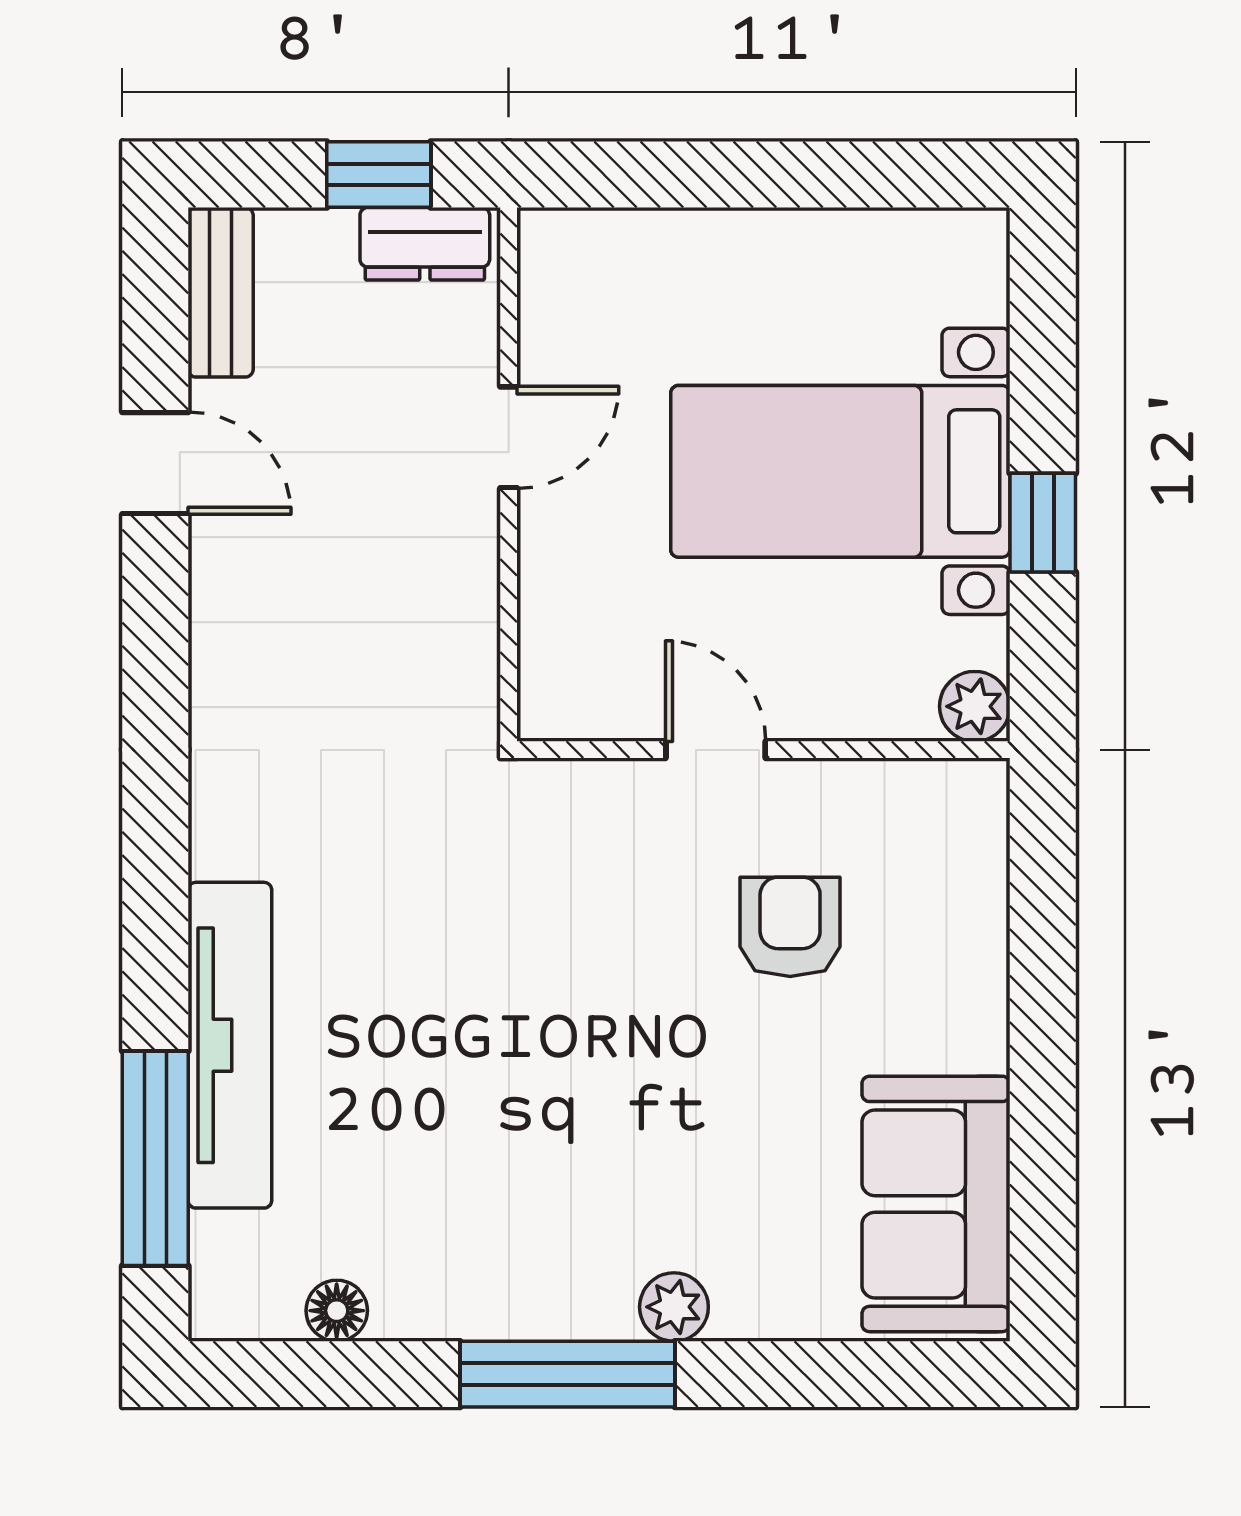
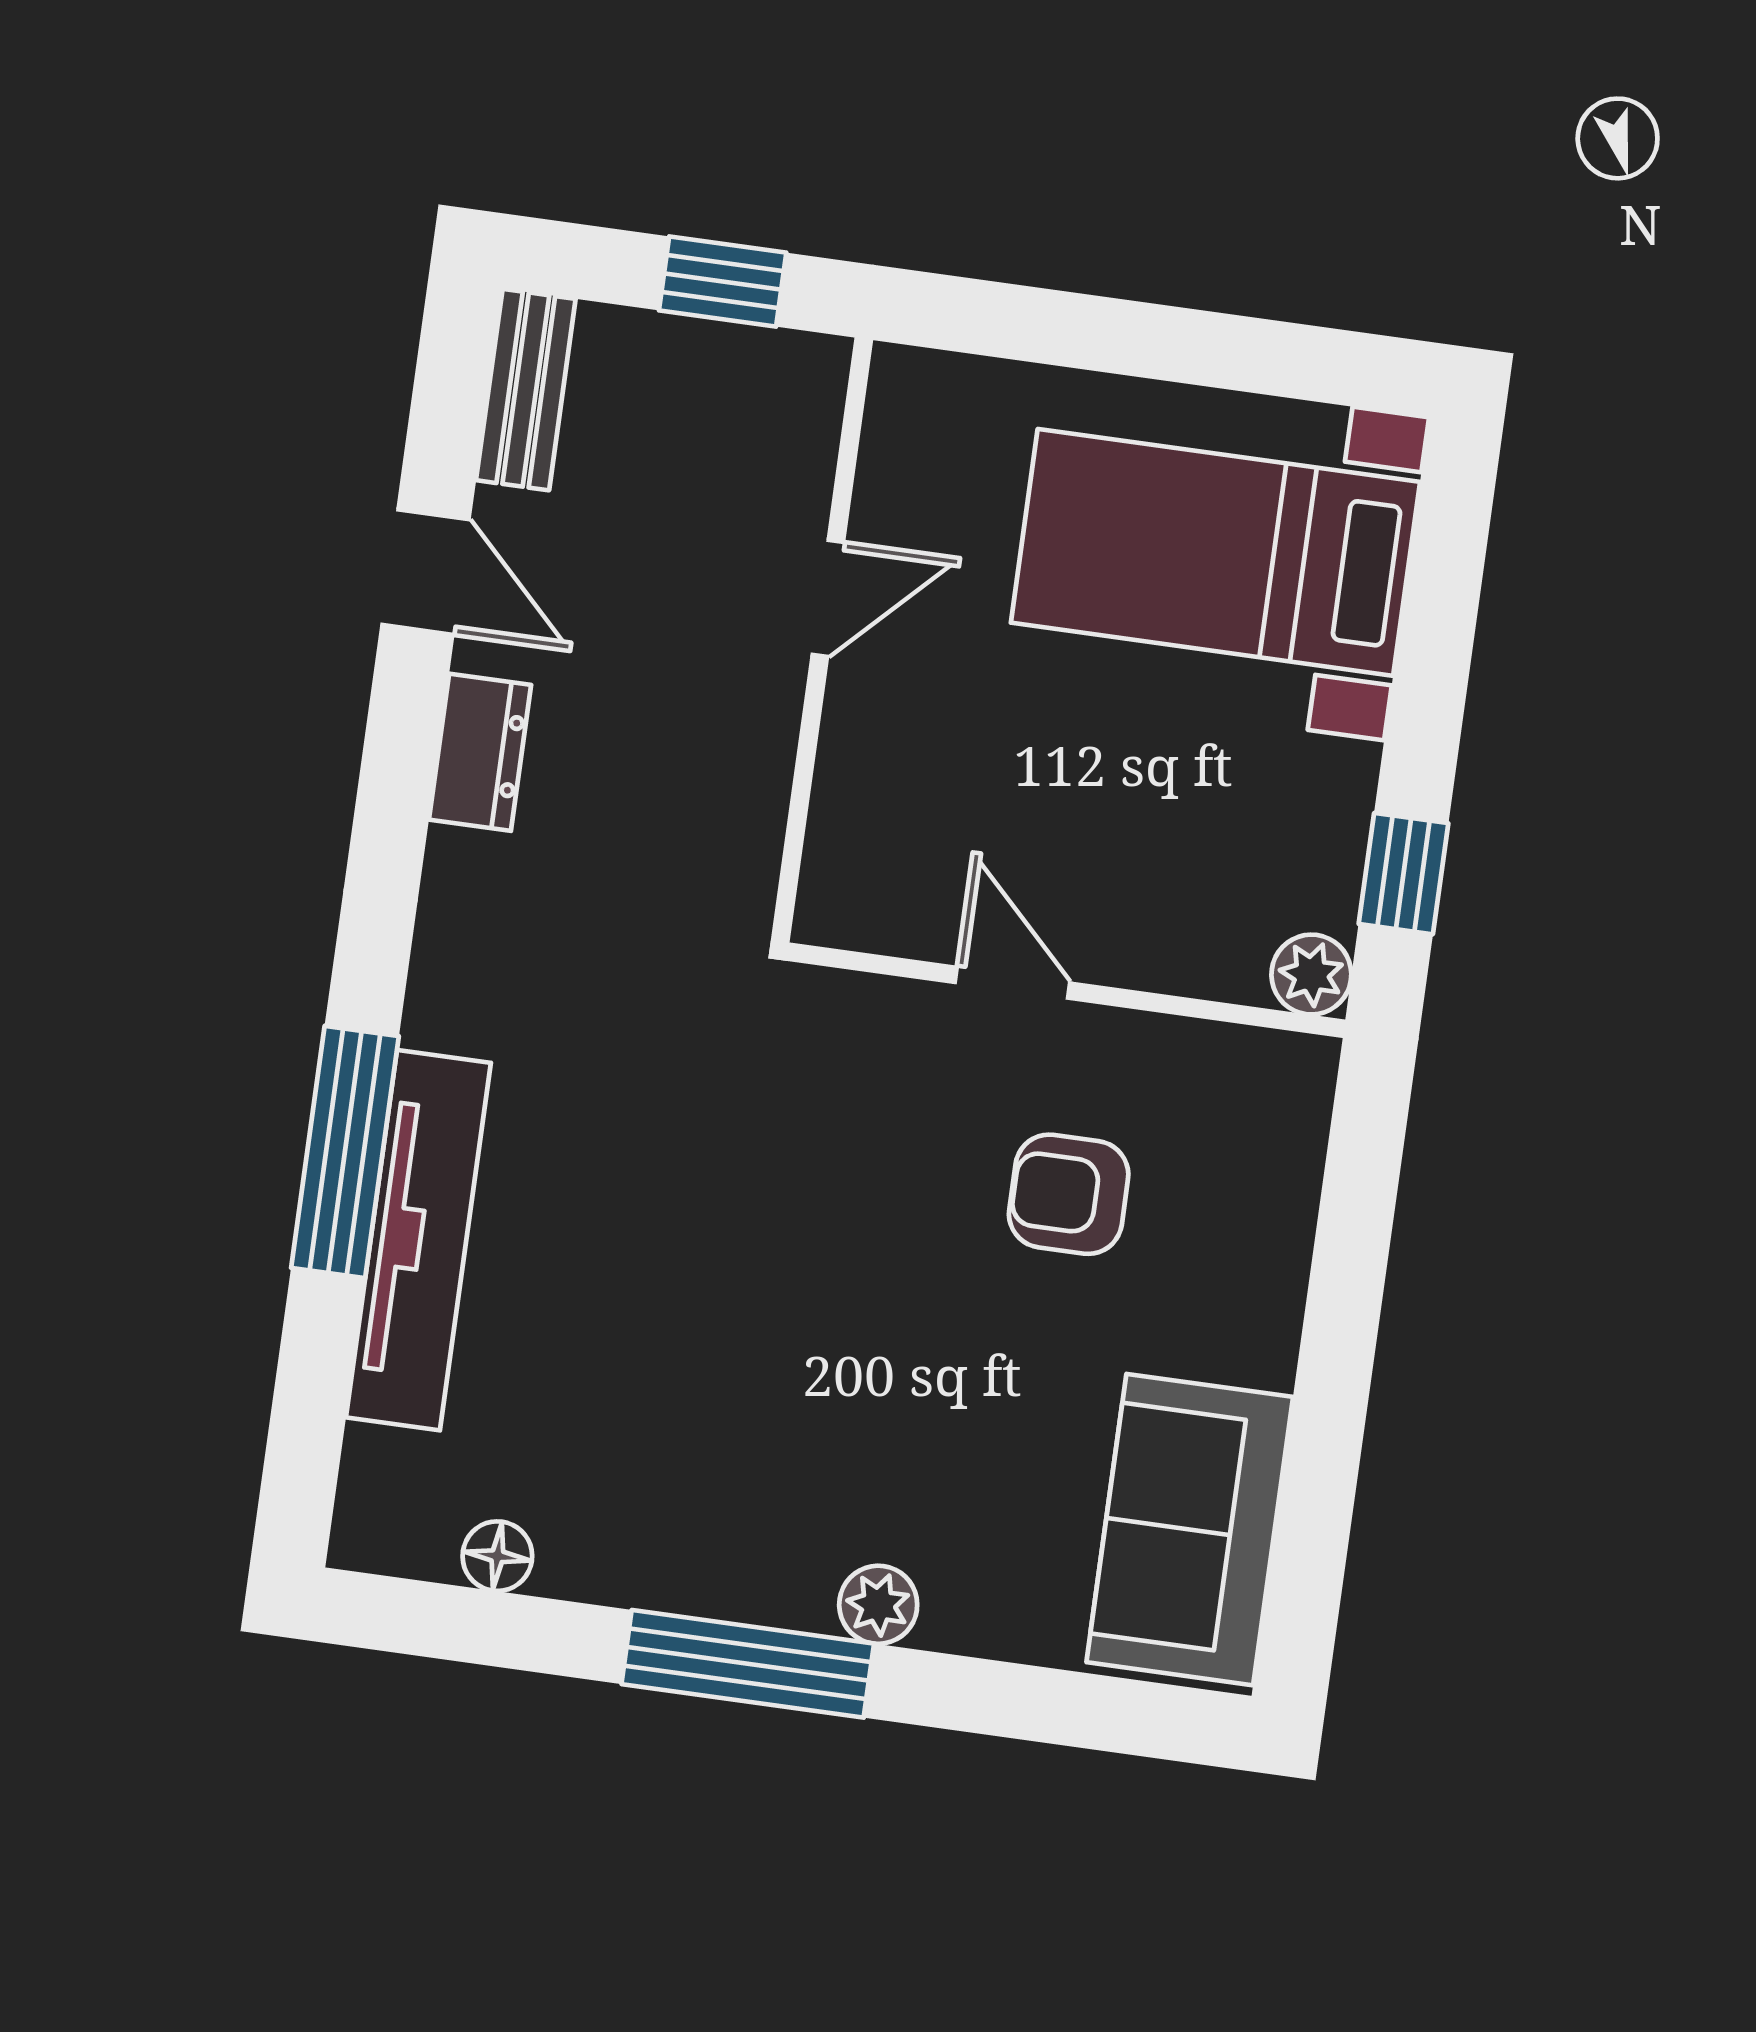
dresser: (425, 244) -> (480, 752), moved, turned -90
bed with nightstands: (840, 471) -> (1215, 552), moved
window: (1043, 523) -> (1404, 874), moved
armchair: (790, 927) -> (1069, 1194), turned -90
window: (155, 1158) -> (345, 1152), moved

